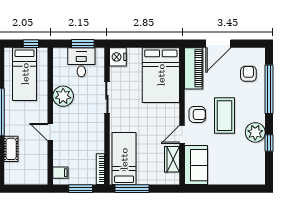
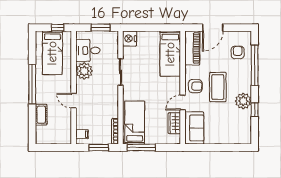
desk: (81, 62) -> (88, 50), moved, turned -90
bed: (161, 75) -> (170, 54), width x0.67

